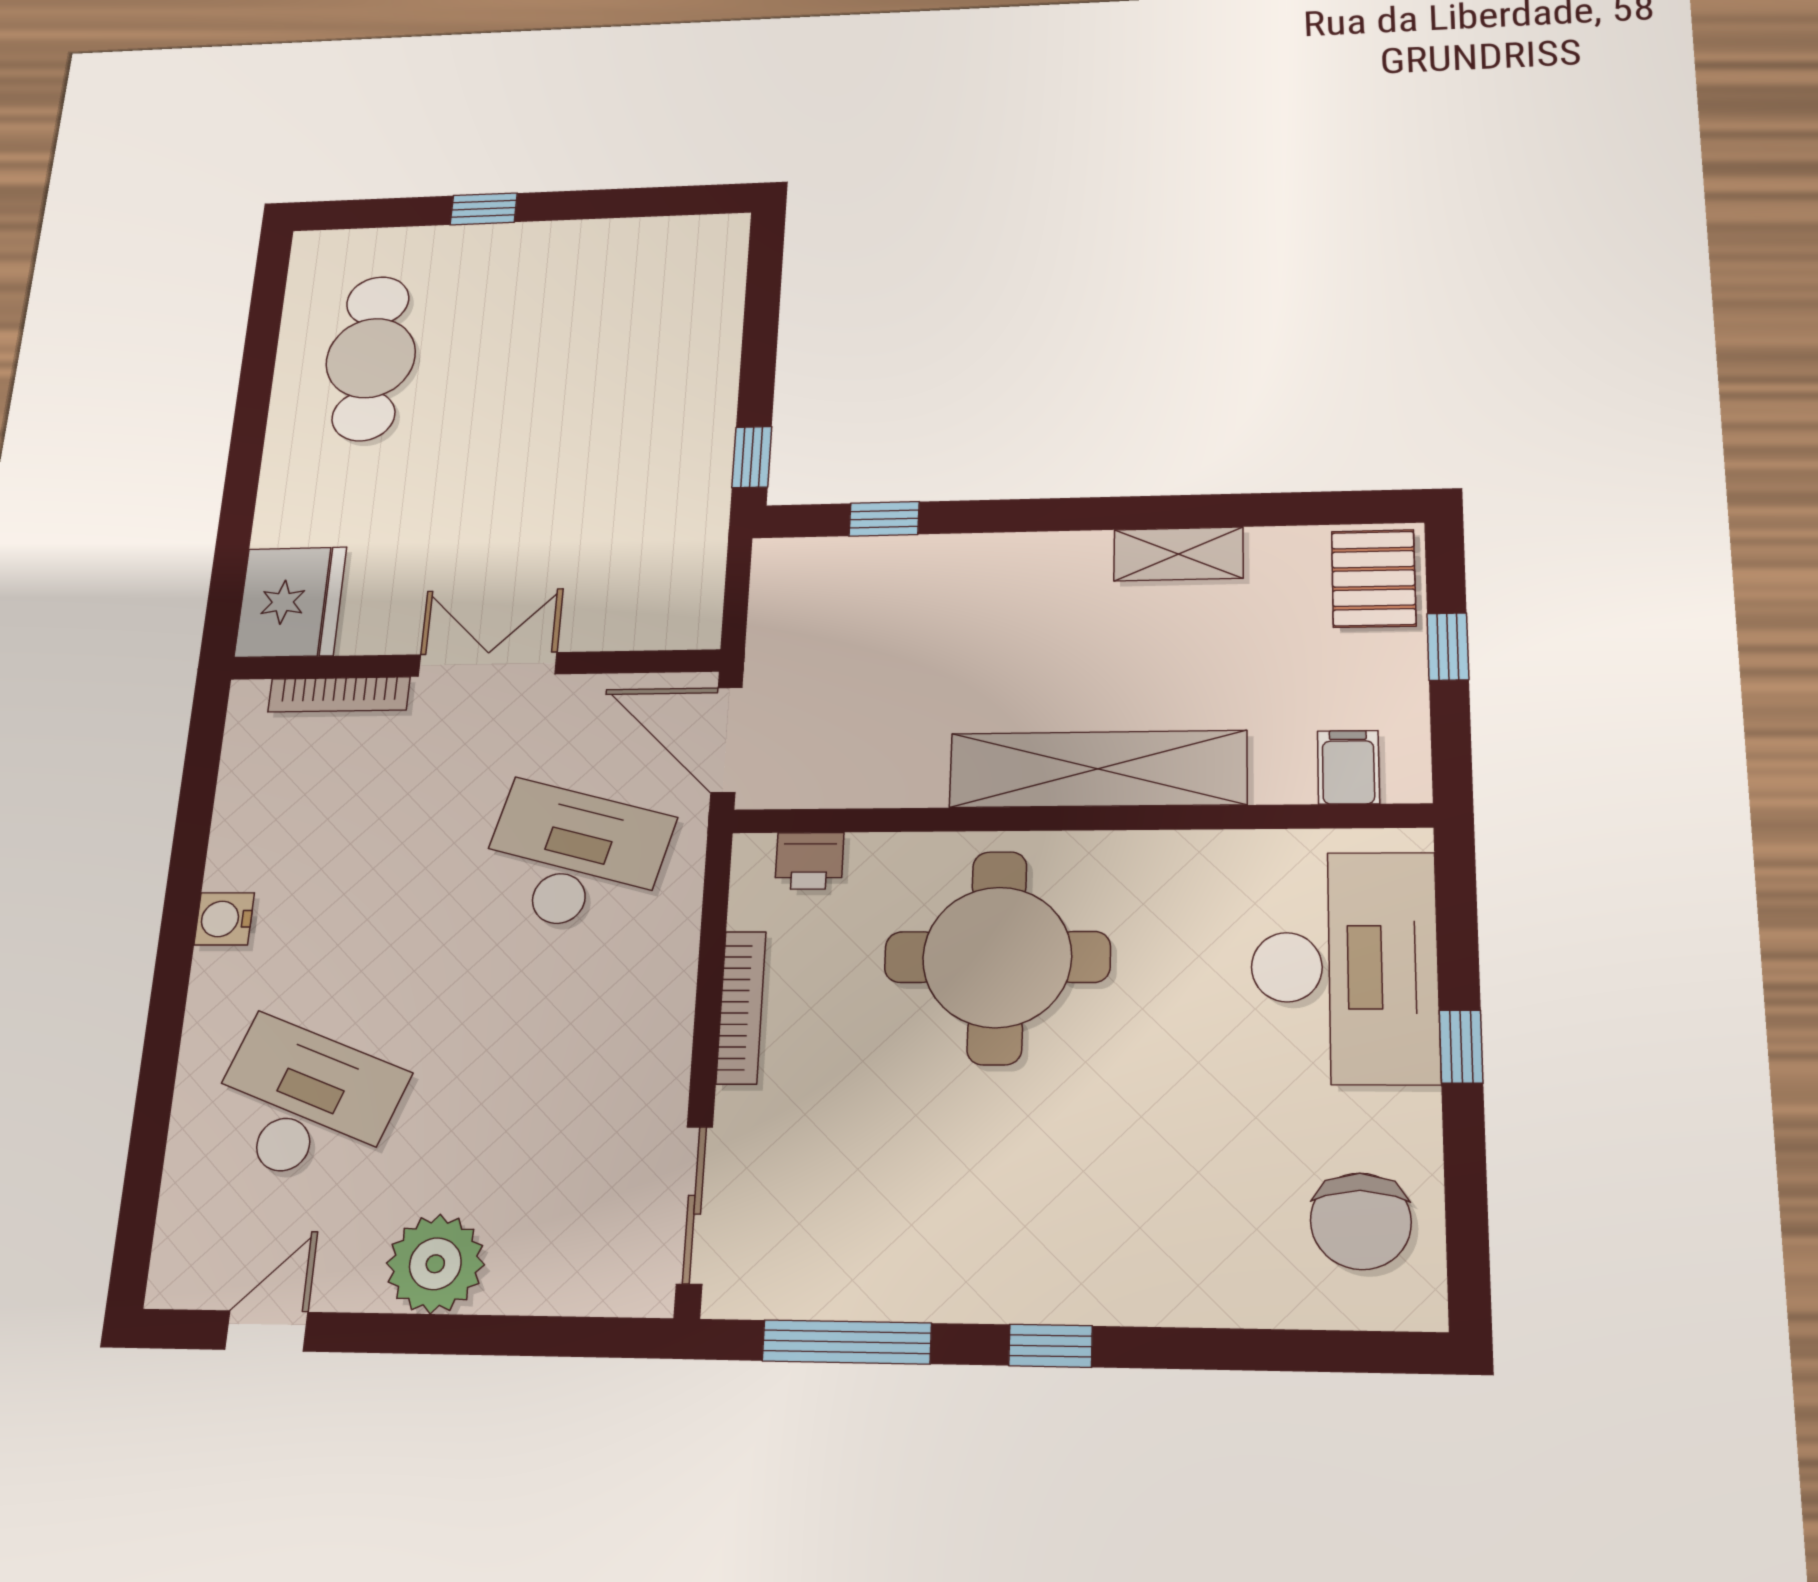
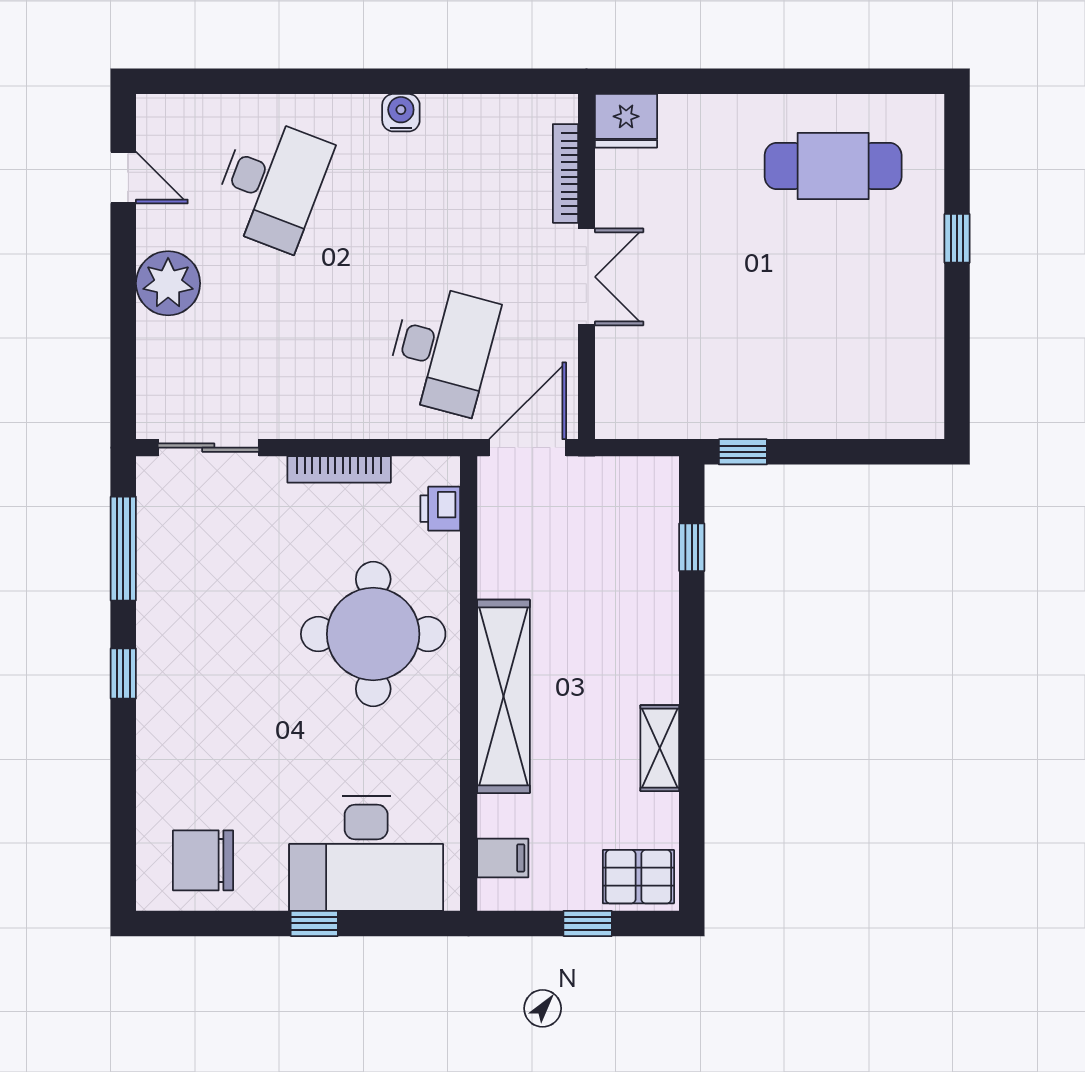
fridge: (291, 602) -> (626, 121), width x0.73, depth x0.75

